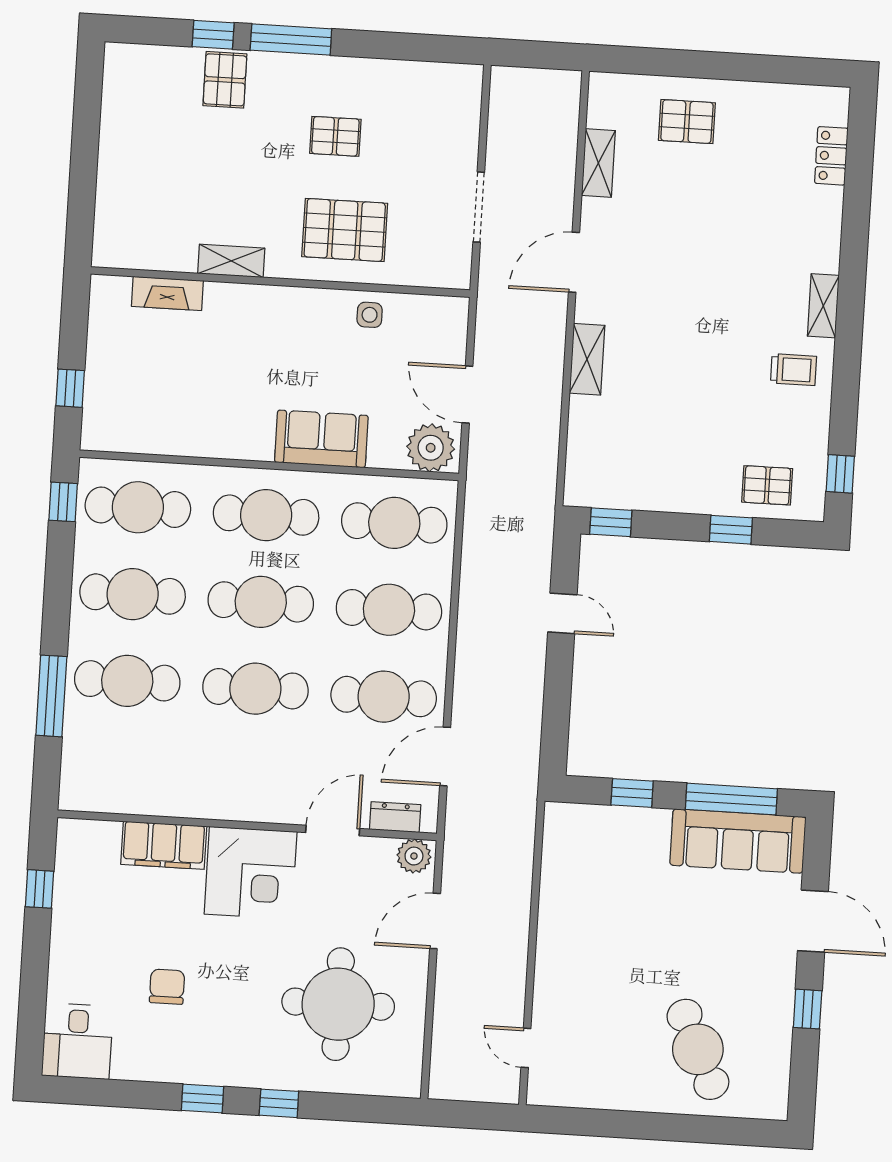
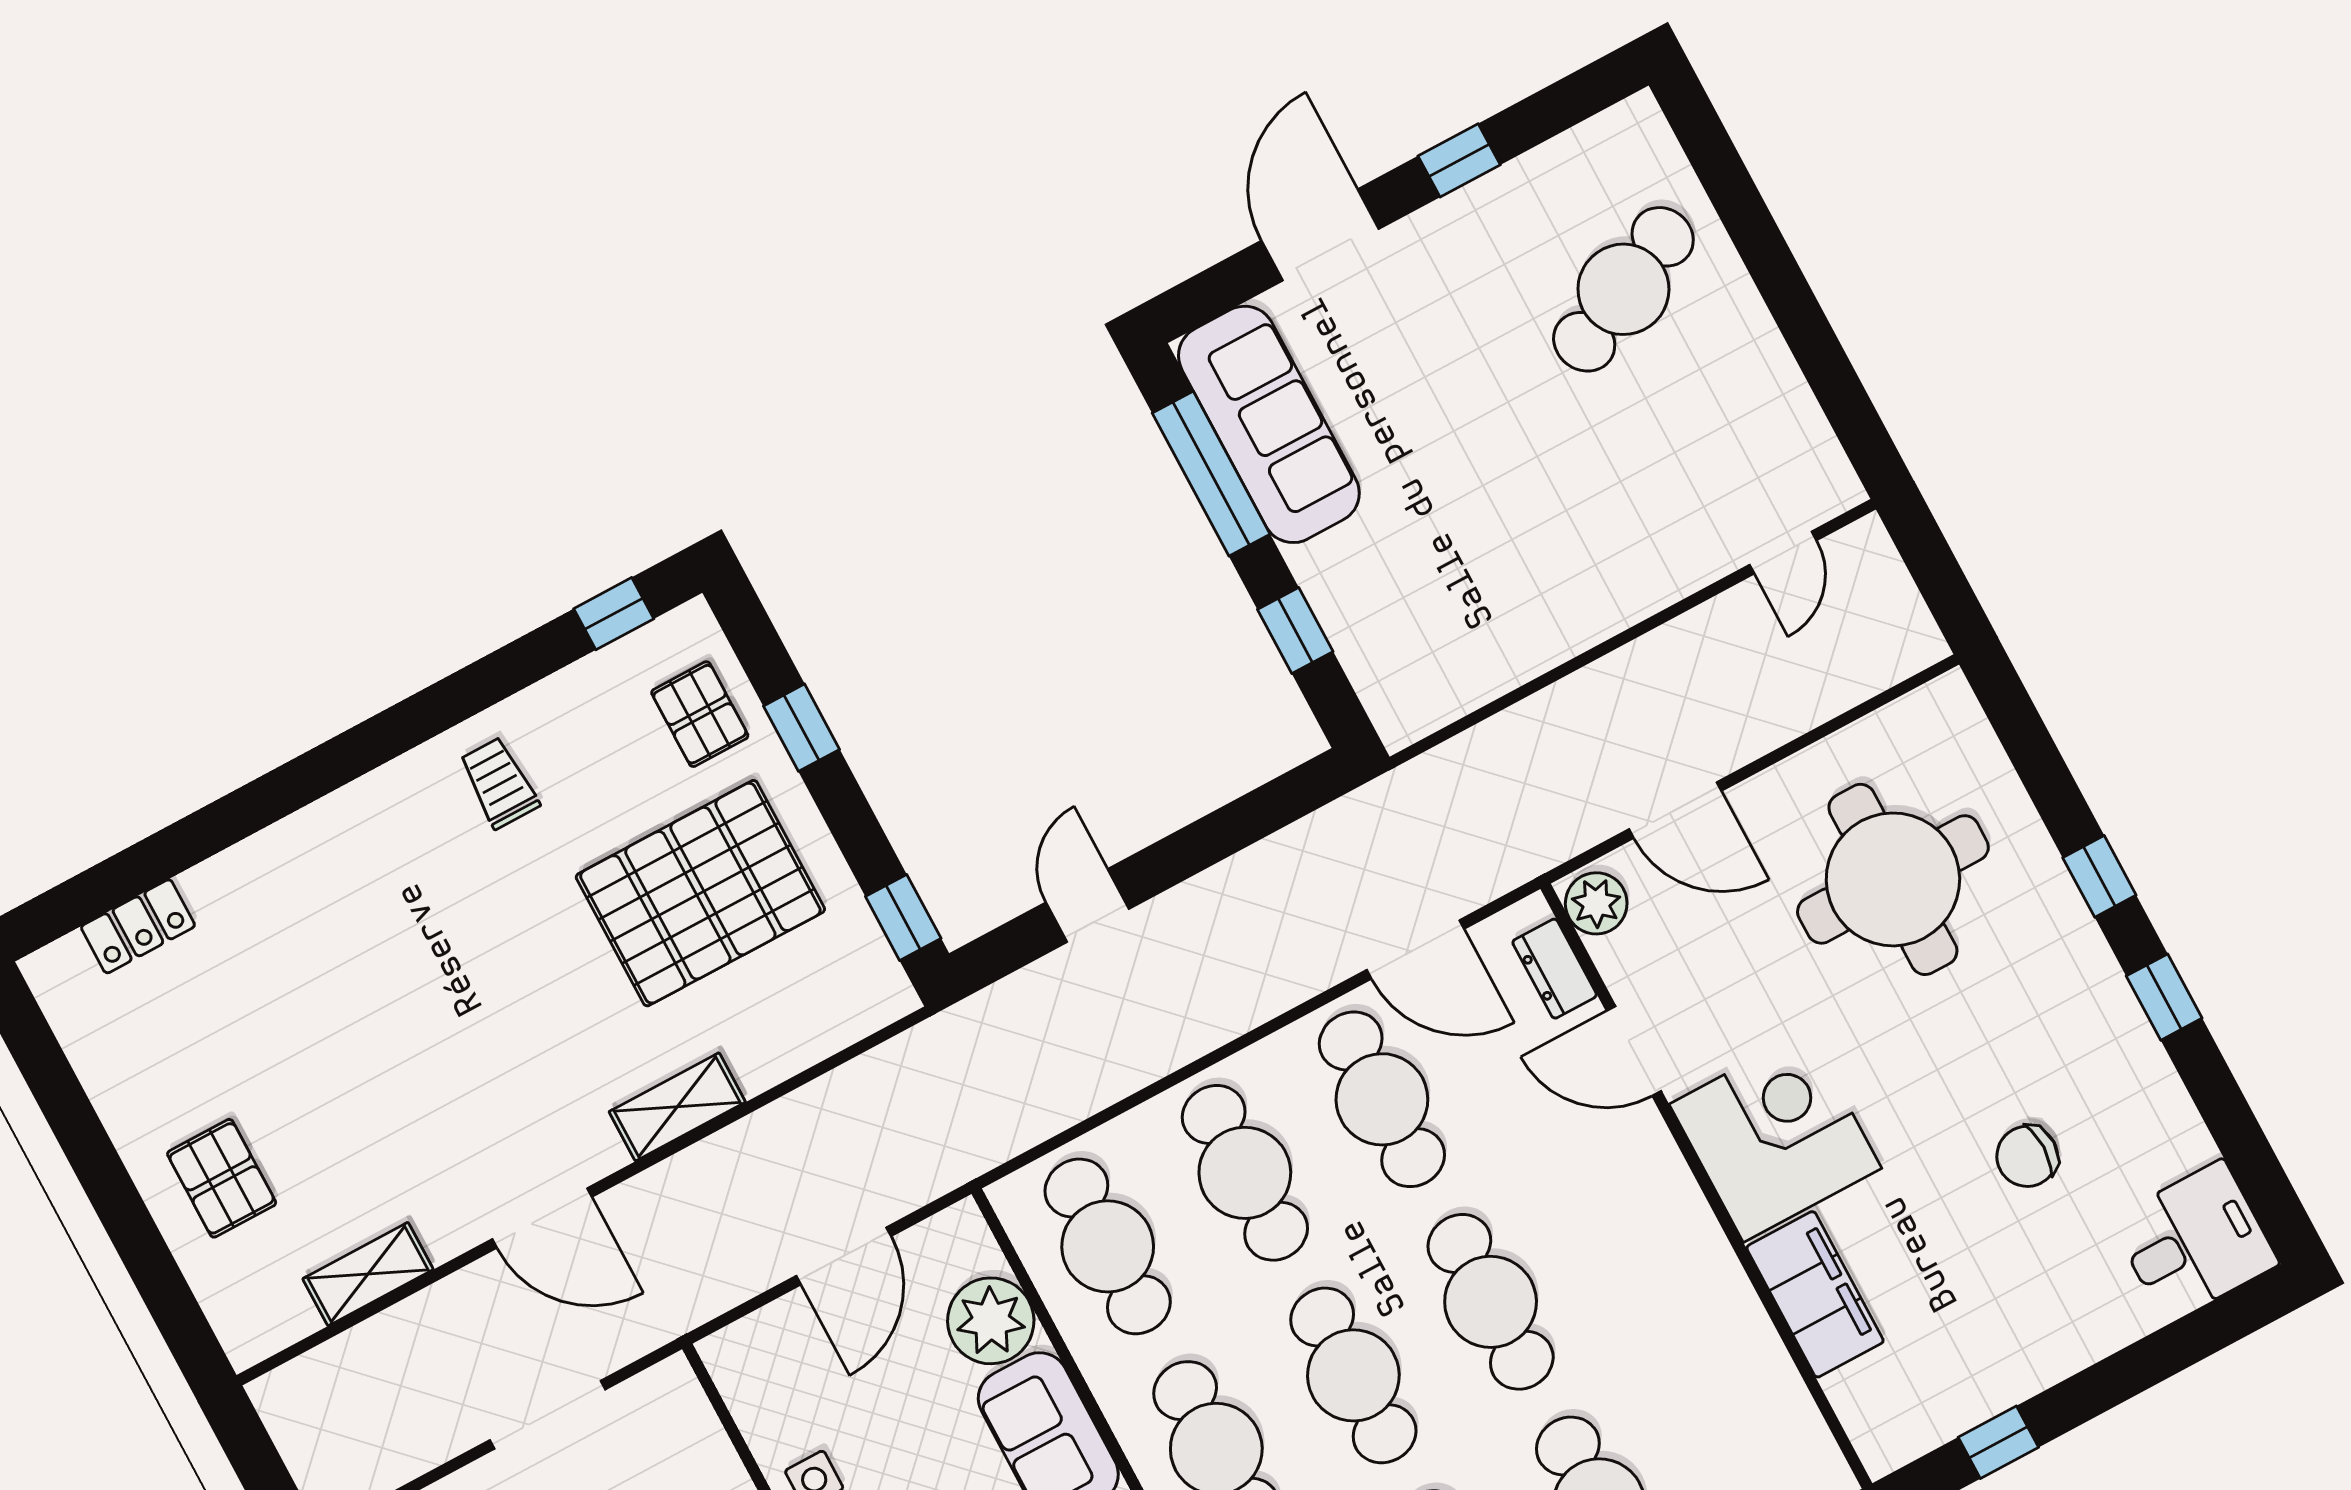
shelving: (823, 306) -> (374, 797), removed
pallet: (682, 433) -> (700, 893), added
plant: (431, 448) -> (991, 1321), moved

